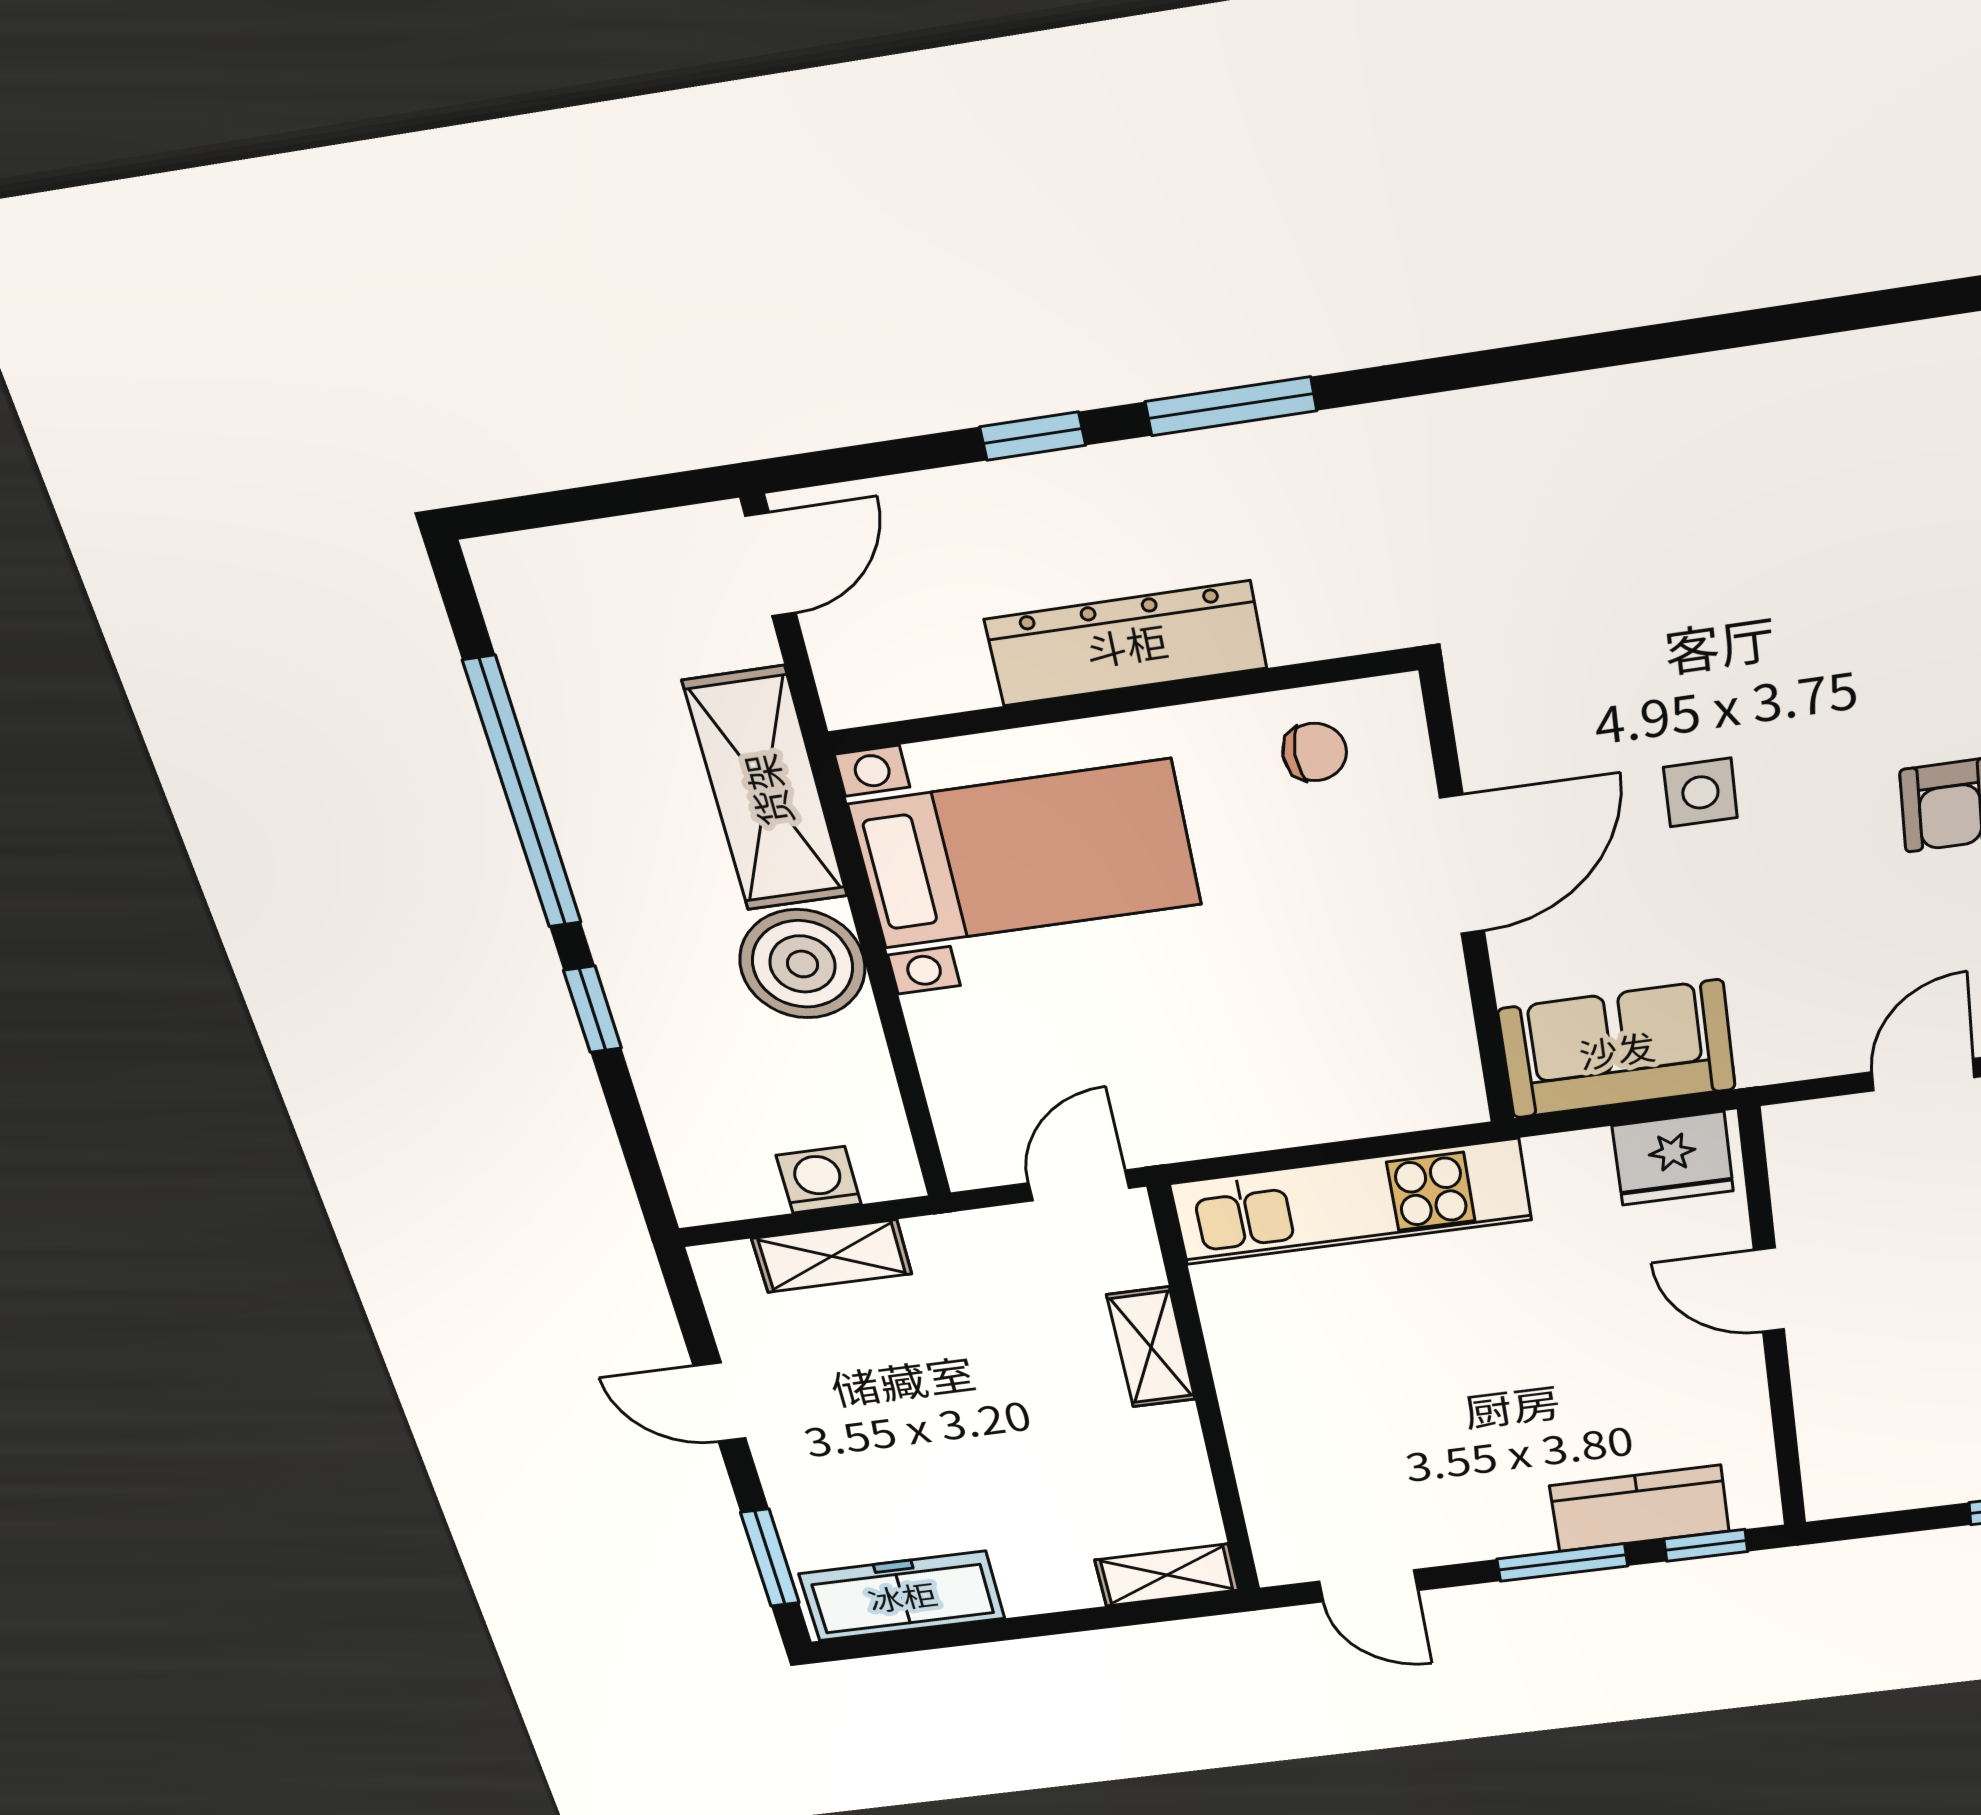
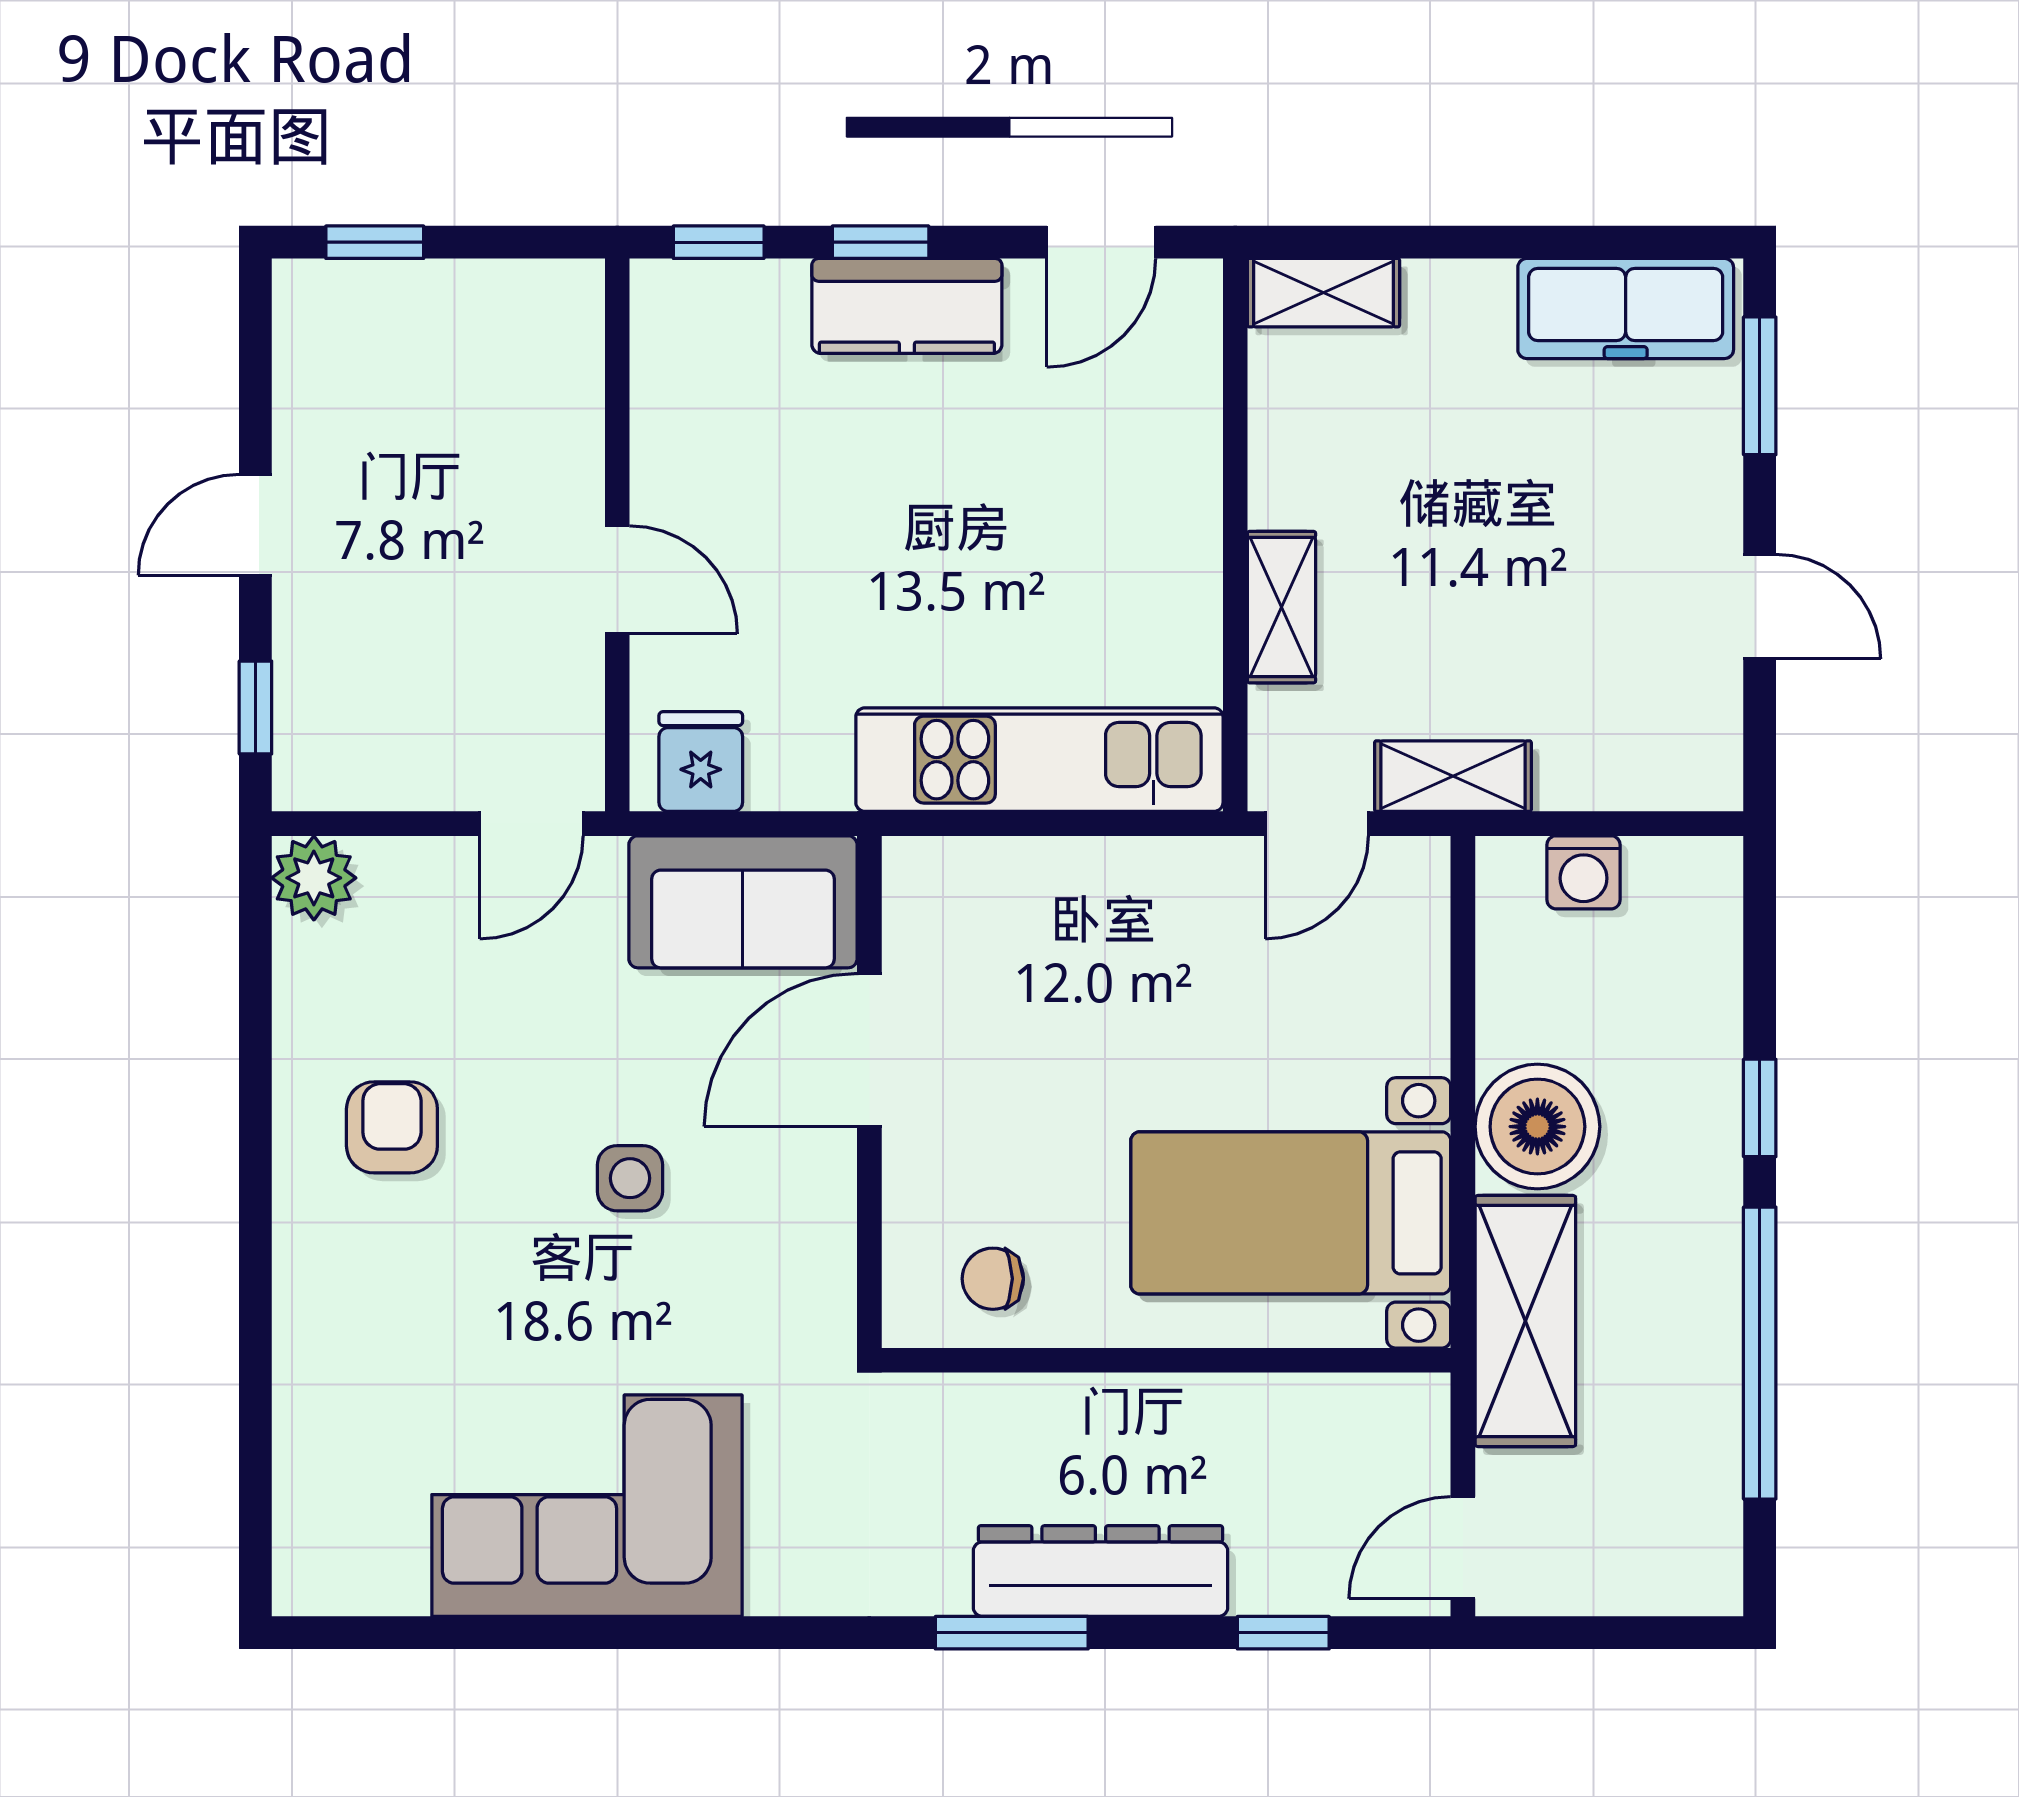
window: (1033, 436) -> (1283, 1633), moved
corner sofa: (1711, 469) -> (587, 1506), added
dresser: (1126, 644) -> (1100, 1571), moved, turned 180
door: (1462, 865) -> (869, 1050), moved
door: (1923, 1075) -> (532, 824), moved
fridge: (1673, 1158) -> (701, 762), width x0.72
shelving: (832, 1256) -> (1453, 776), moved
kitchen counter: (1639, 1508) -> (907, 306), moved
window: (1562, 1563) -> (881, 242), width x0.67
door: (1368, 1586) -> (1101, 242), swing flipped

